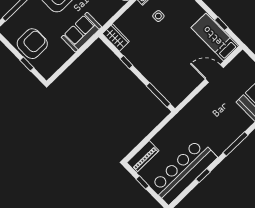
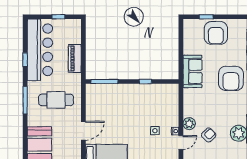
wardrobe: (116, 37) -> (168, 90), removed
cafe table: (211, 119) -> (56, 100), added
piano: (143, 157) -> (75, 58), moved

